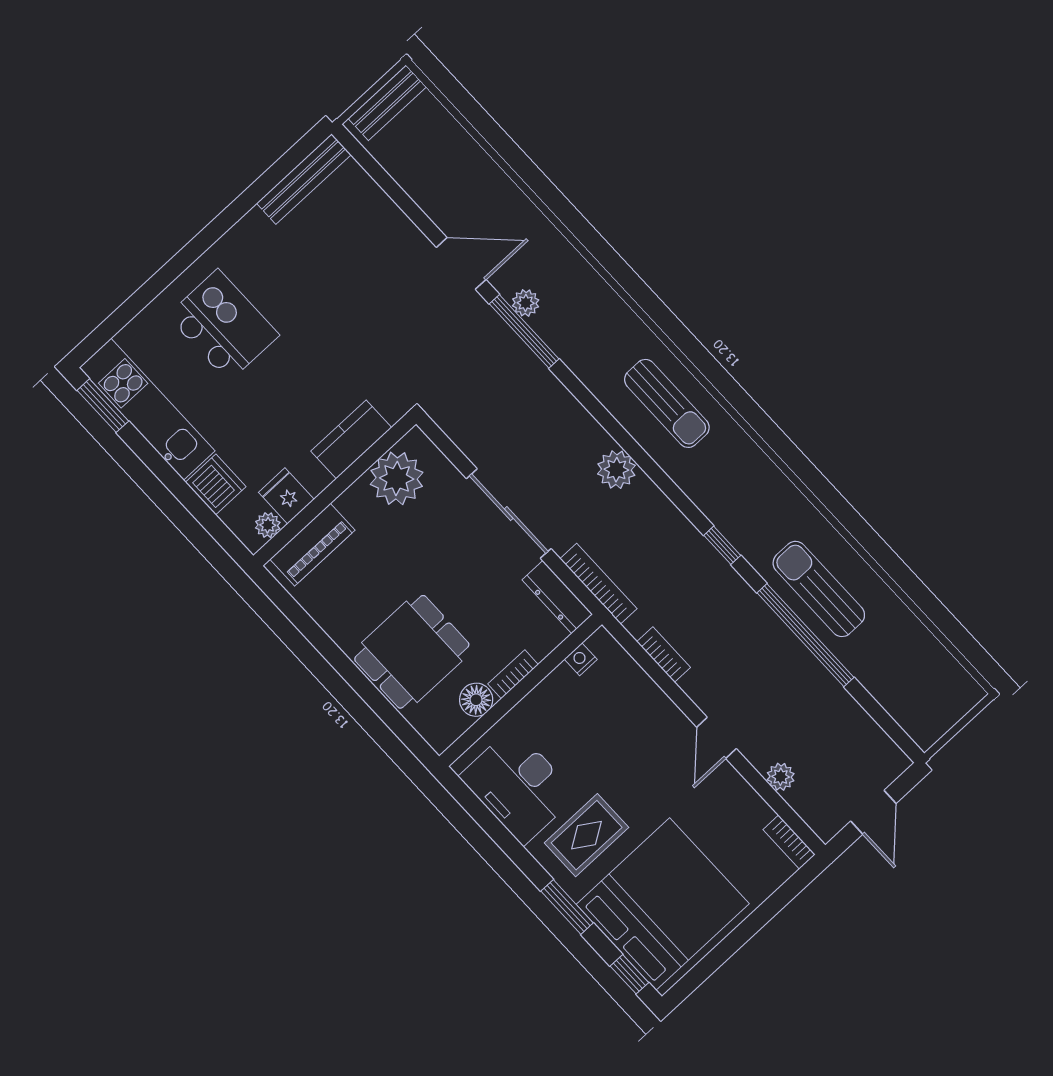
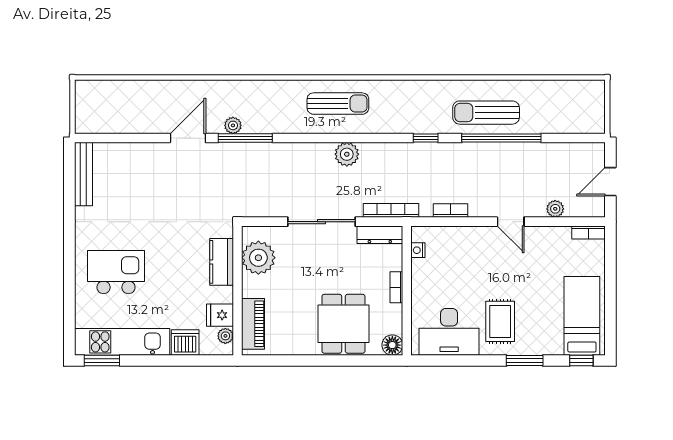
bench: (387, 103) -> (84, 104), removed
floor lamp: (476, 700) -> (392, 345), moved
door: (873, 812) -> (610, 182), swing flipped
bed: (663, 904) -> (582, 316), width x0.49

